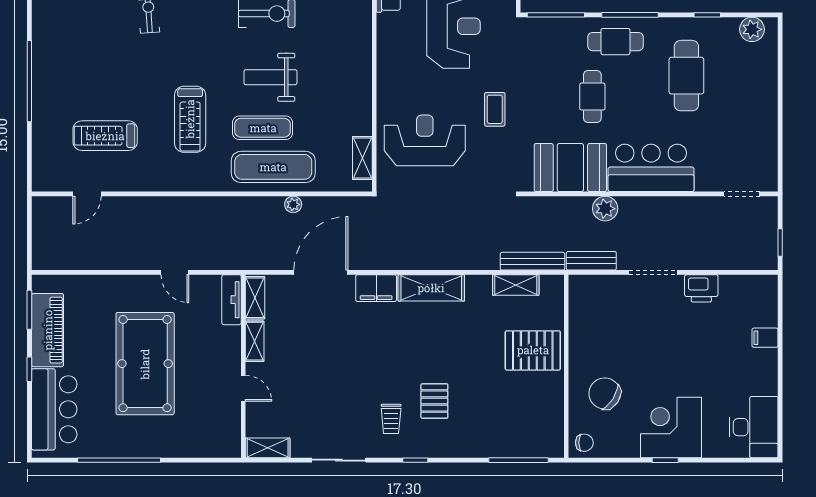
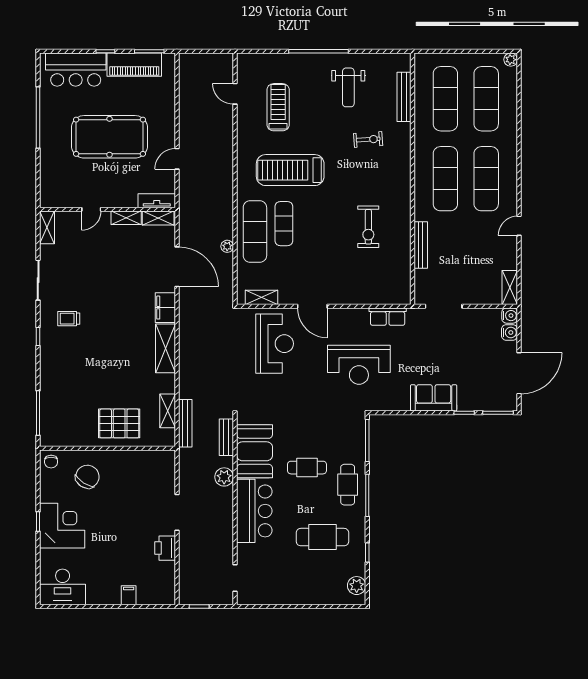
weight bench: (270, 77) -> (348, 87), moved, turned 180
door: (374, 89) -> (312, 306), added
coffee table: (495, 109) -> (298, 395), removed
treadmill: (190, 119) -> (290, 170), width x1.37, depth x1.38
bench: (591, 261) -> (226, 437), moved
pallet: (533, 350) -> (119, 423), turned 90
pallet: (434, 401) -> (82, 351), removed

